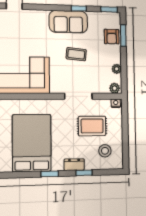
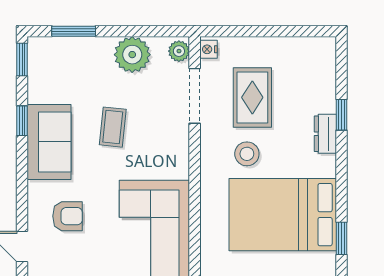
armchair: (112, 37) -> (68, 216), moved
plant: (117, 69) -> (132, 55), width x1.88, depth x1.88
doorway: (78, 96) -> (195, 96), moved
stool: (105, 151) -> (247, 154), moved
window: (50, 174) -> (341, 238), moved

